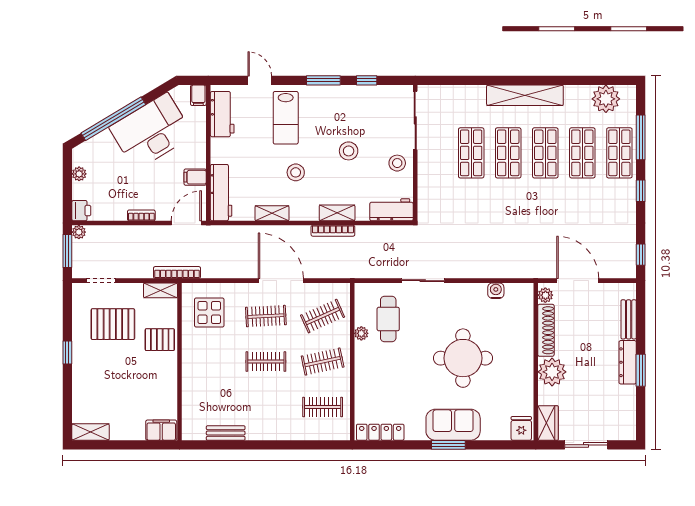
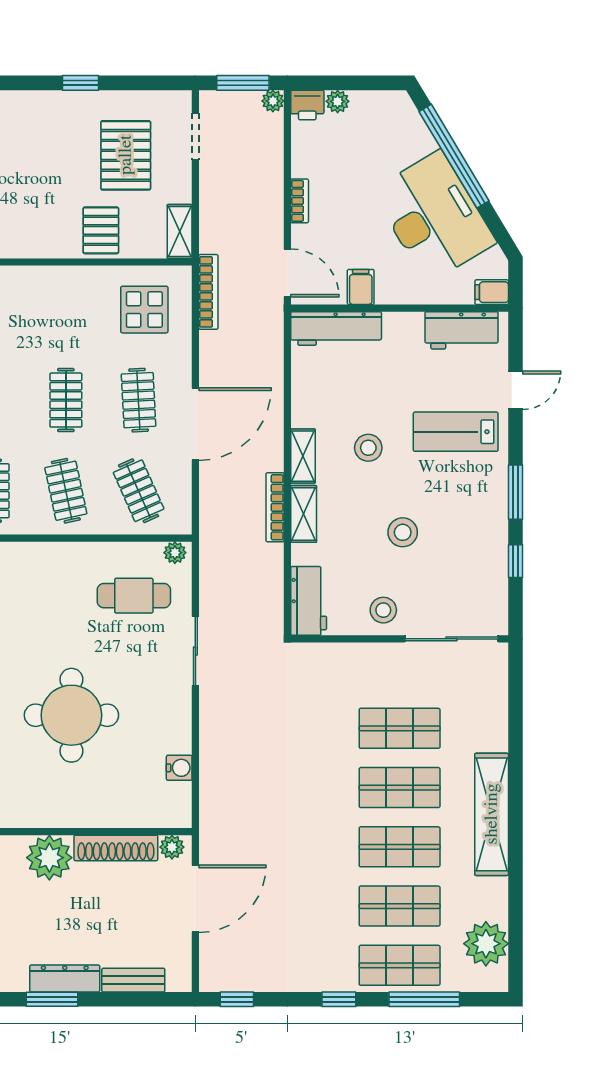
plant: (79, 174) -> (338, 101), moved
shelving: (272, 213) -> (303, 456), moved
bookcase: (177, 272) -> (208, 292), moved
plant: (361, 333) -> (175, 553), moved

